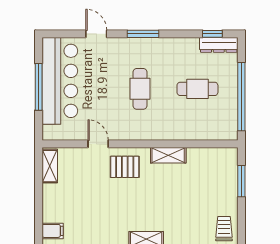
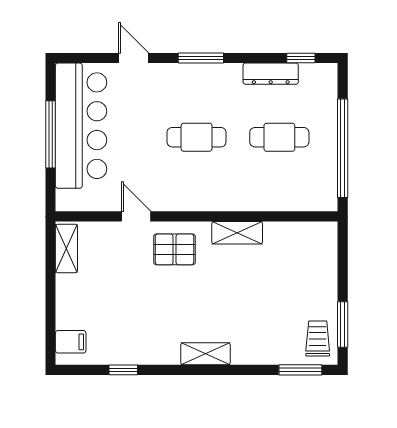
dresser: (219, 45) -> (271, 74), moved
cafe table: (140, 89) -> (197, 137), turned 90
window: (241, 181) -> (343, 324), moved

